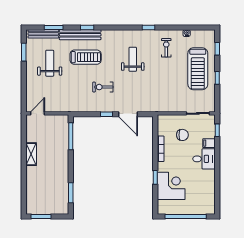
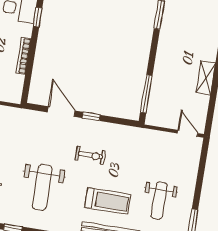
treadmill: (86, 57) -> (108, 201), turned 180
weight bench: (133, 59) -> (42, 187), width x1.36, depth x1.33
door: (38, 113) -> (187, 133), swing flipped

